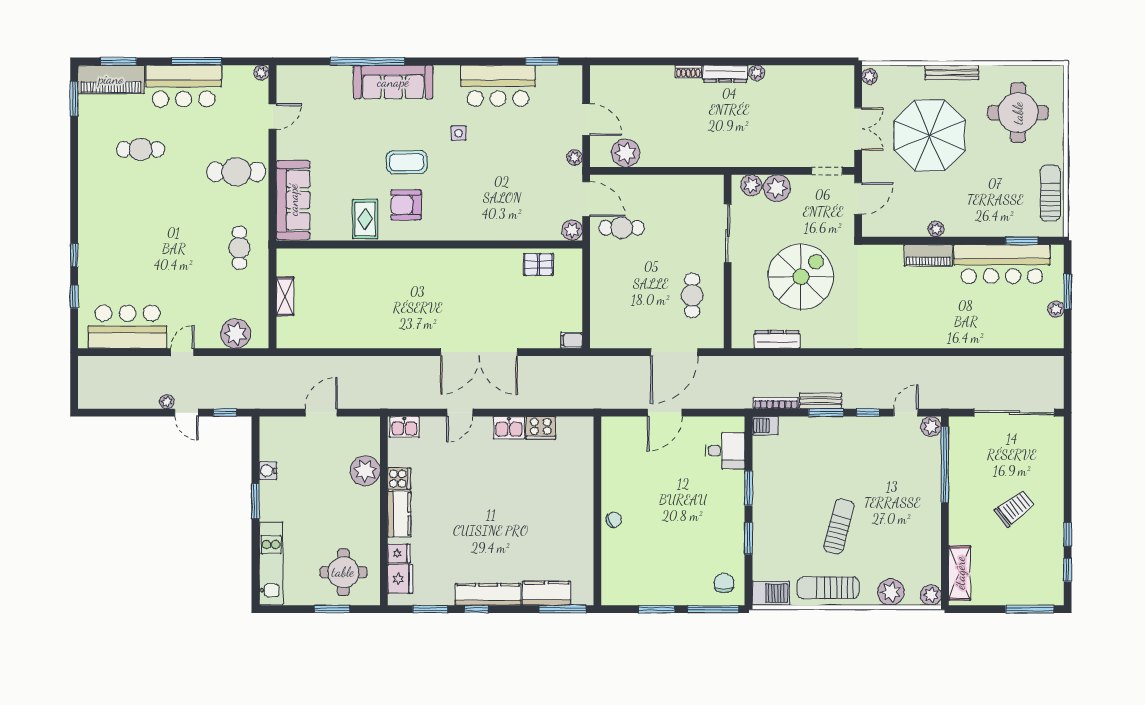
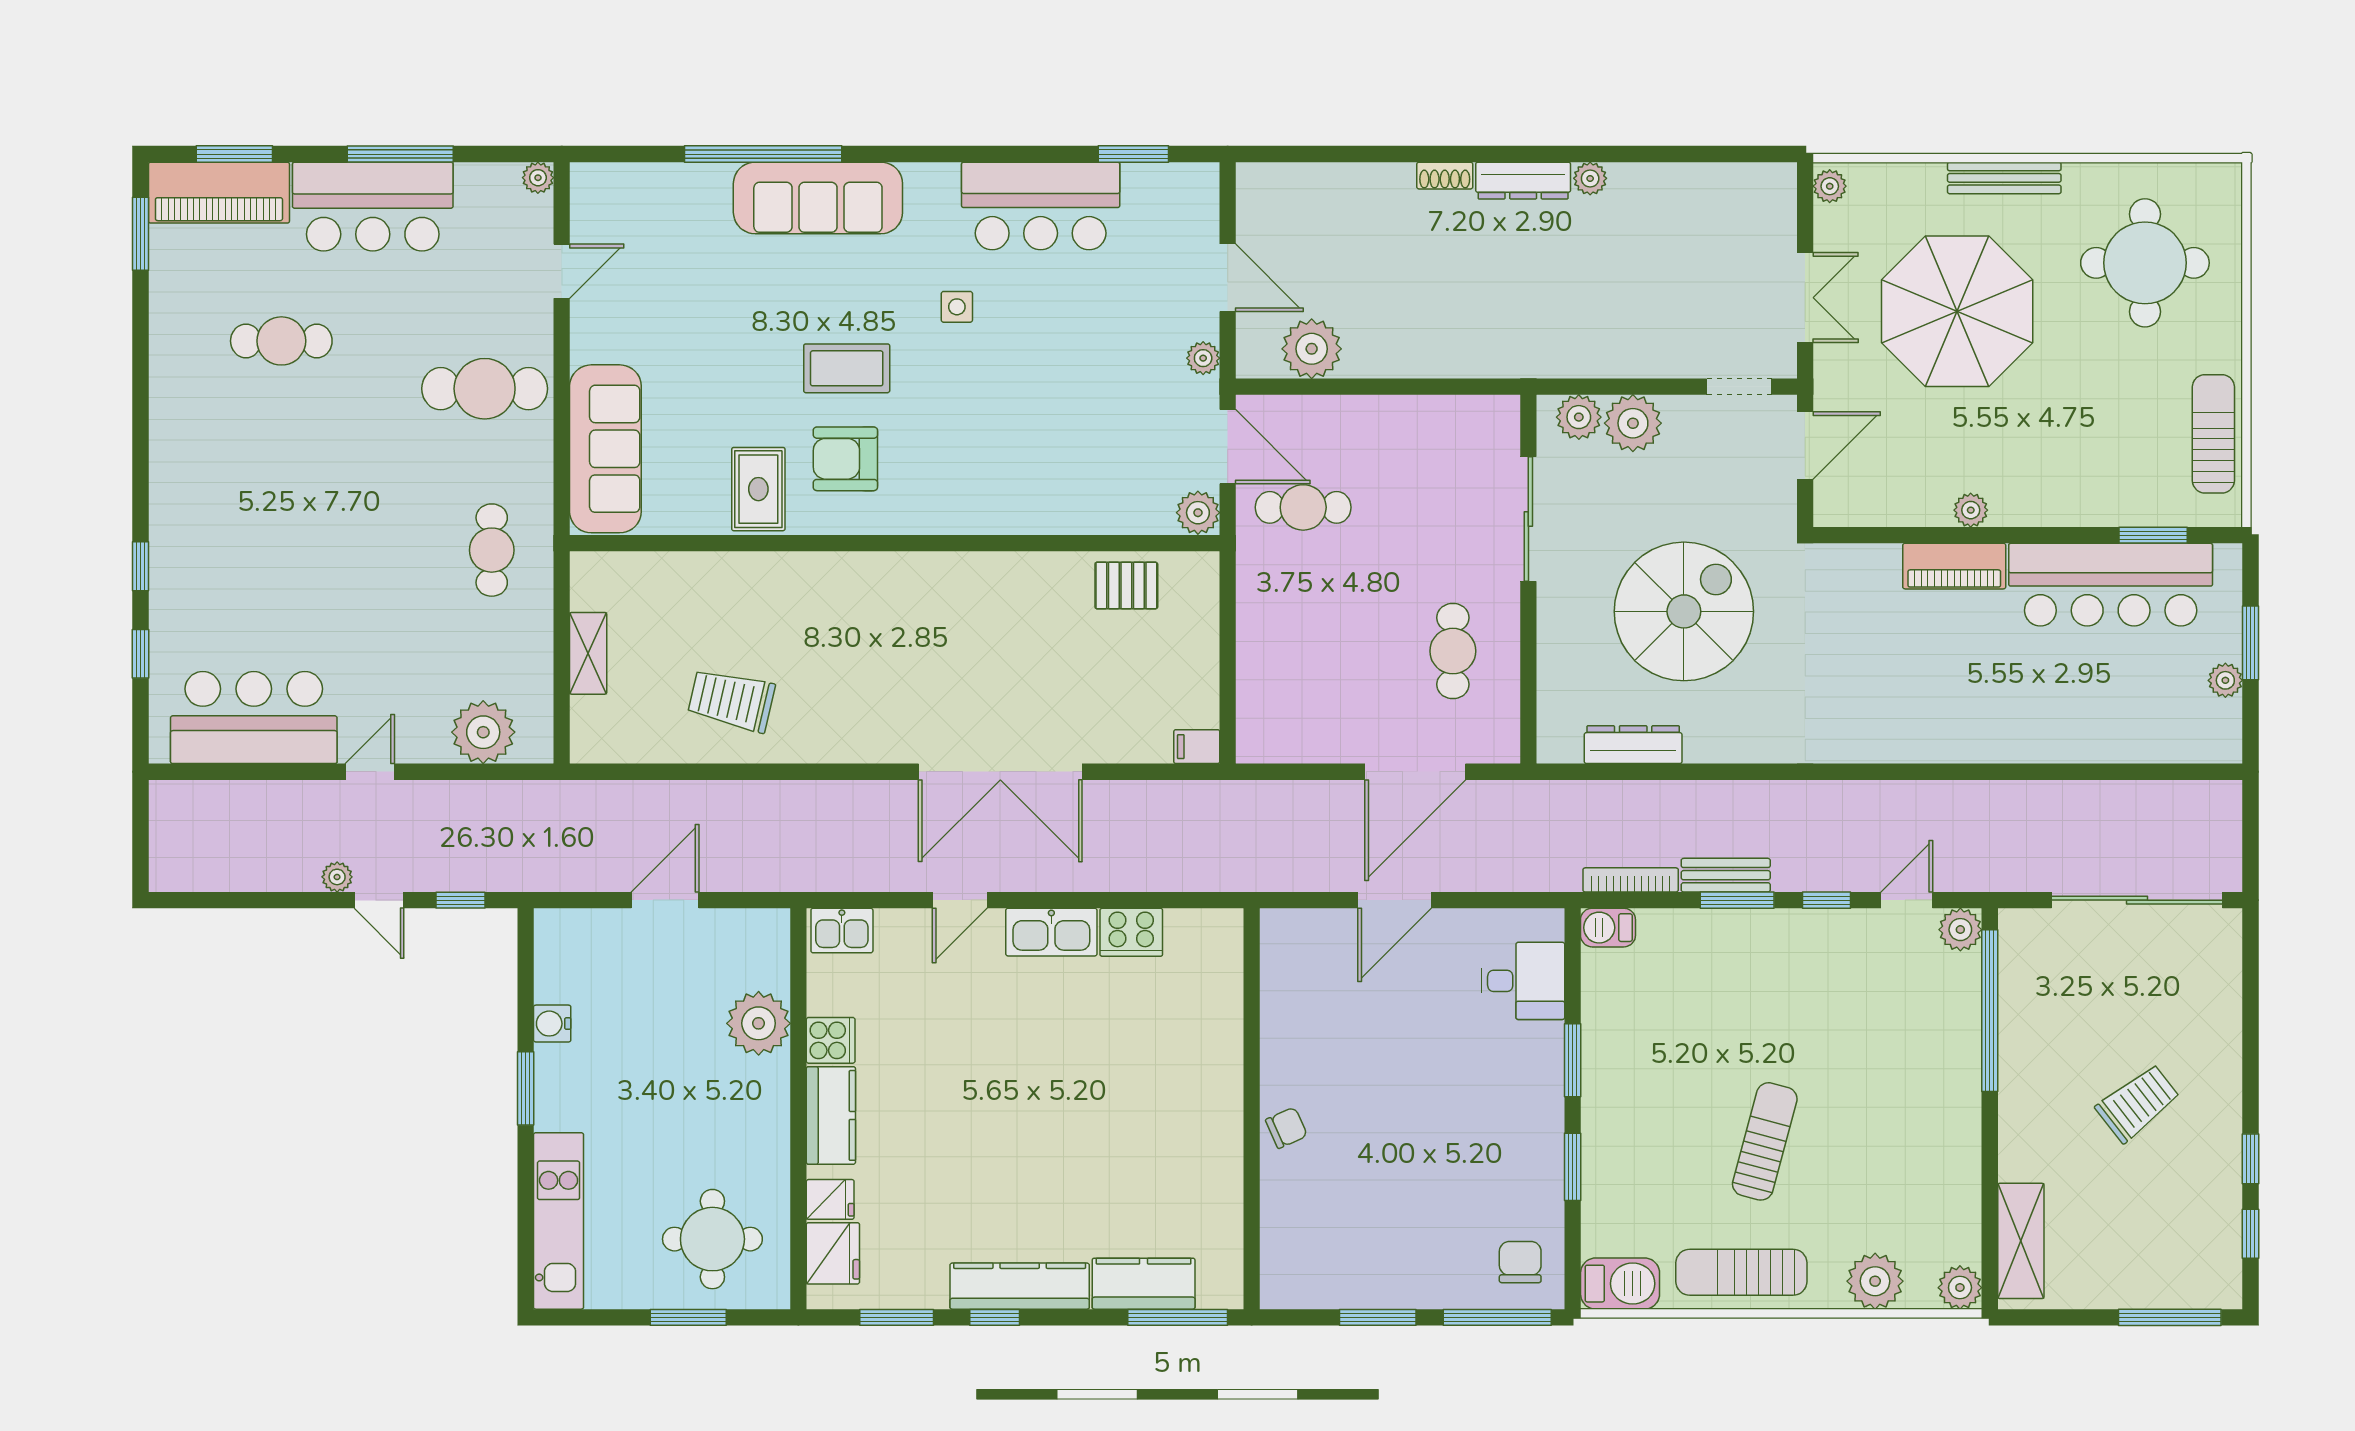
trolley: (352, 318) -> (731, 700), added
kitchen sink: (509, 428) -> (1051, 932), width x1.38

